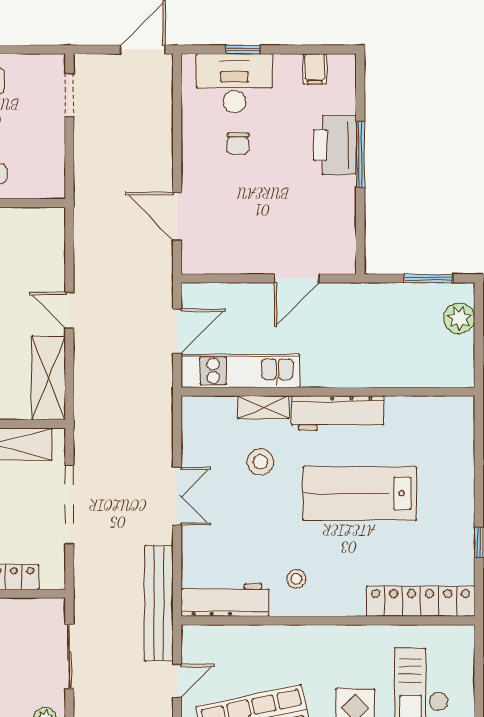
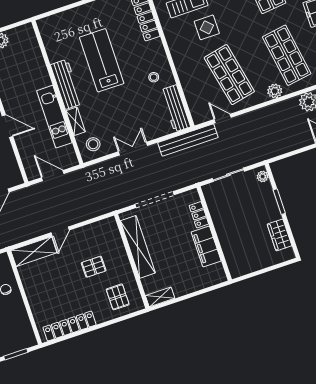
kitchen unit: (240, 371) -> (54, 117), moved
shelving: (49, 378) -> (34, 252), moved
stool: (260, 462) -> (93, 144), moved
lab bench: (360, 493) -> (102, 60), turned 180

